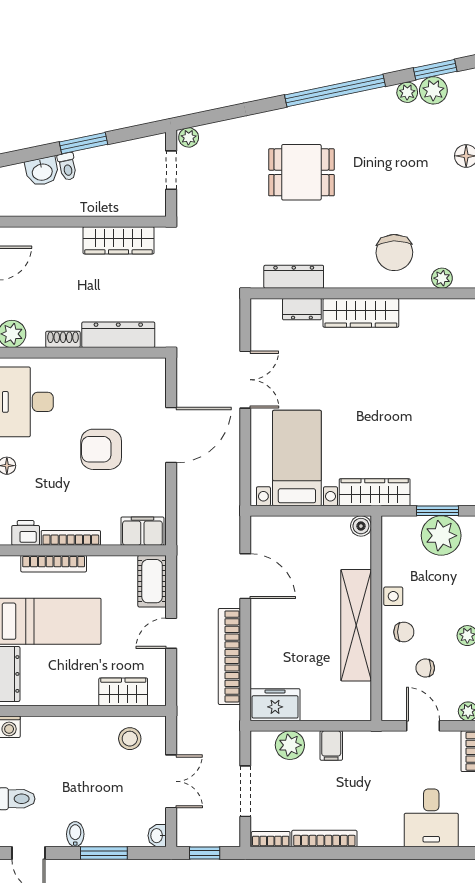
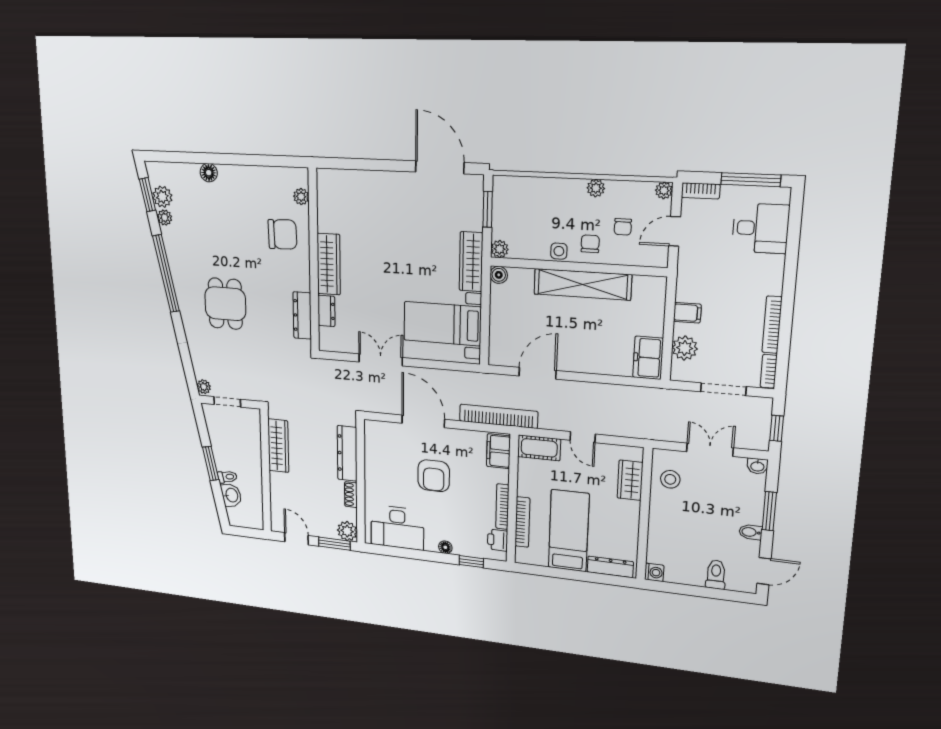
plant: (441, 536) -> (500, 249), moved, width x0.53, depth x0.53
bookcase: (229, 656) -> (499, 416), moved, turned 180

